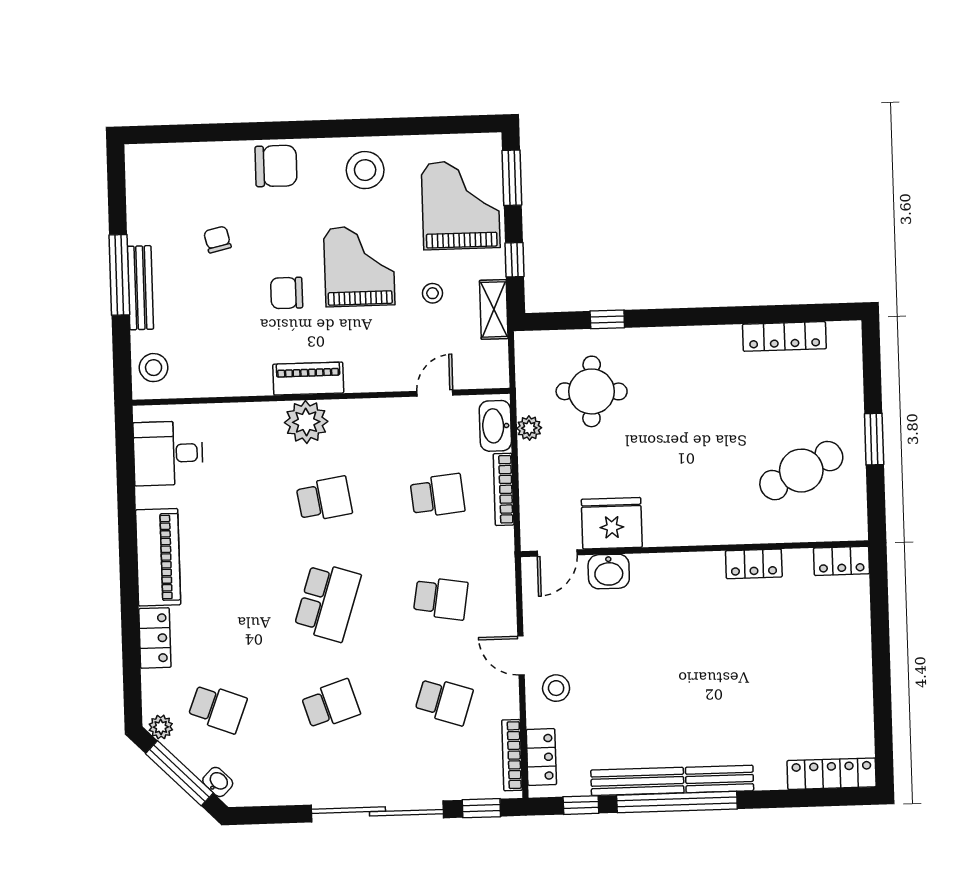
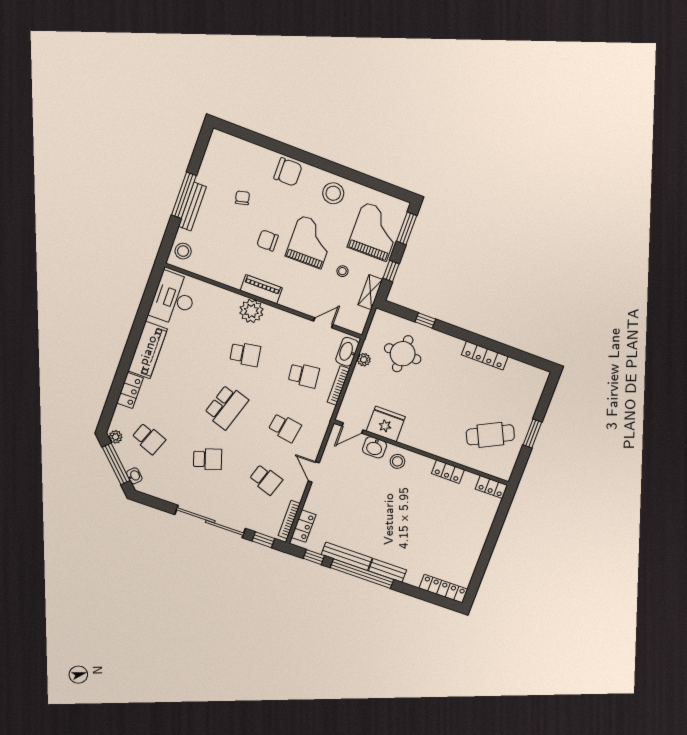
locker: (784, 336) -> (485, 356), moved
desk: (168, 453) -> (174, 299), width x1.37
stool: (556, 688) -> (397, 461), moved

